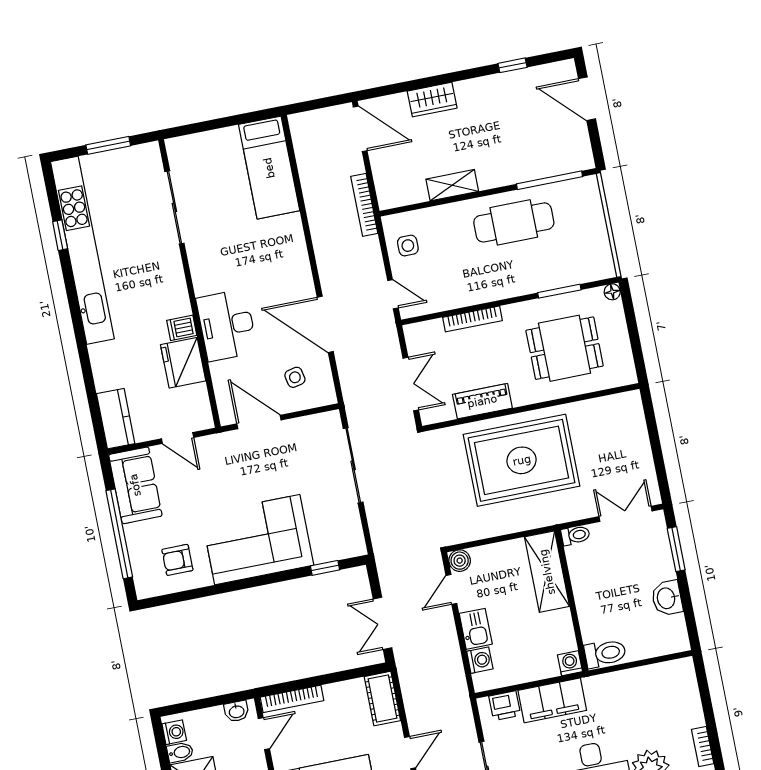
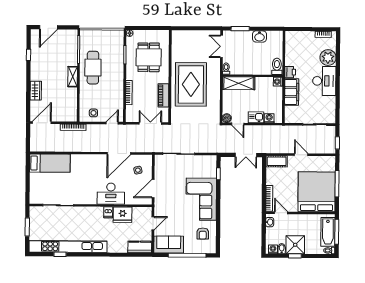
shelving: (452, 185) -> (73, 77), moved
printer: (505, 706) -> (290, 72), moved

